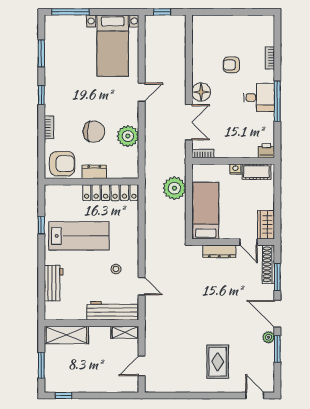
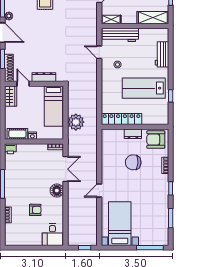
desk: (259, 97) -> (52, 235), moved, turned -90
double door: (189, 122) -> (66, 169), swing flipped
plant: (128, 136) -> (109, 159), removed

